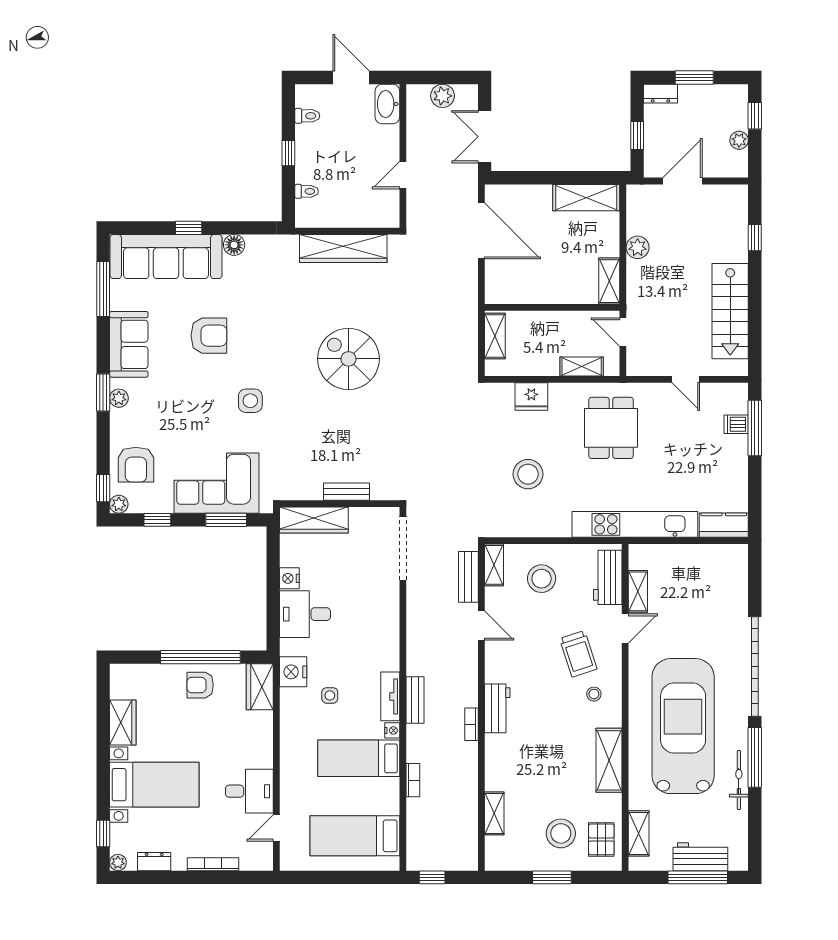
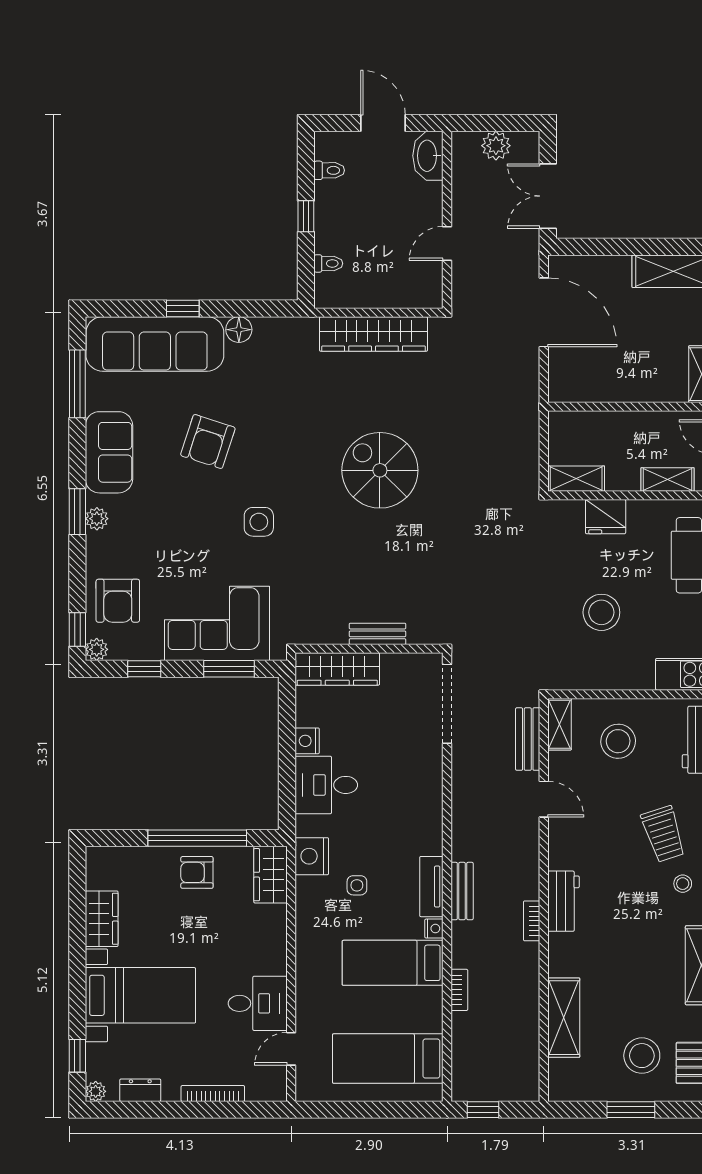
armchair: (209, 336) -> (208, 442), turned 108
shelving: (495, 336) -> (576, 479), moved, turned 90
shelving: (494, 813) -> (564, 1018), width x1.50, depth x1.33

